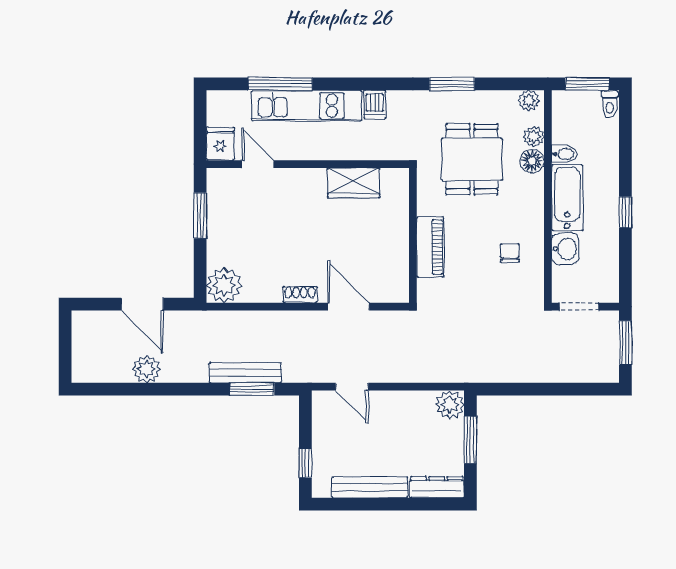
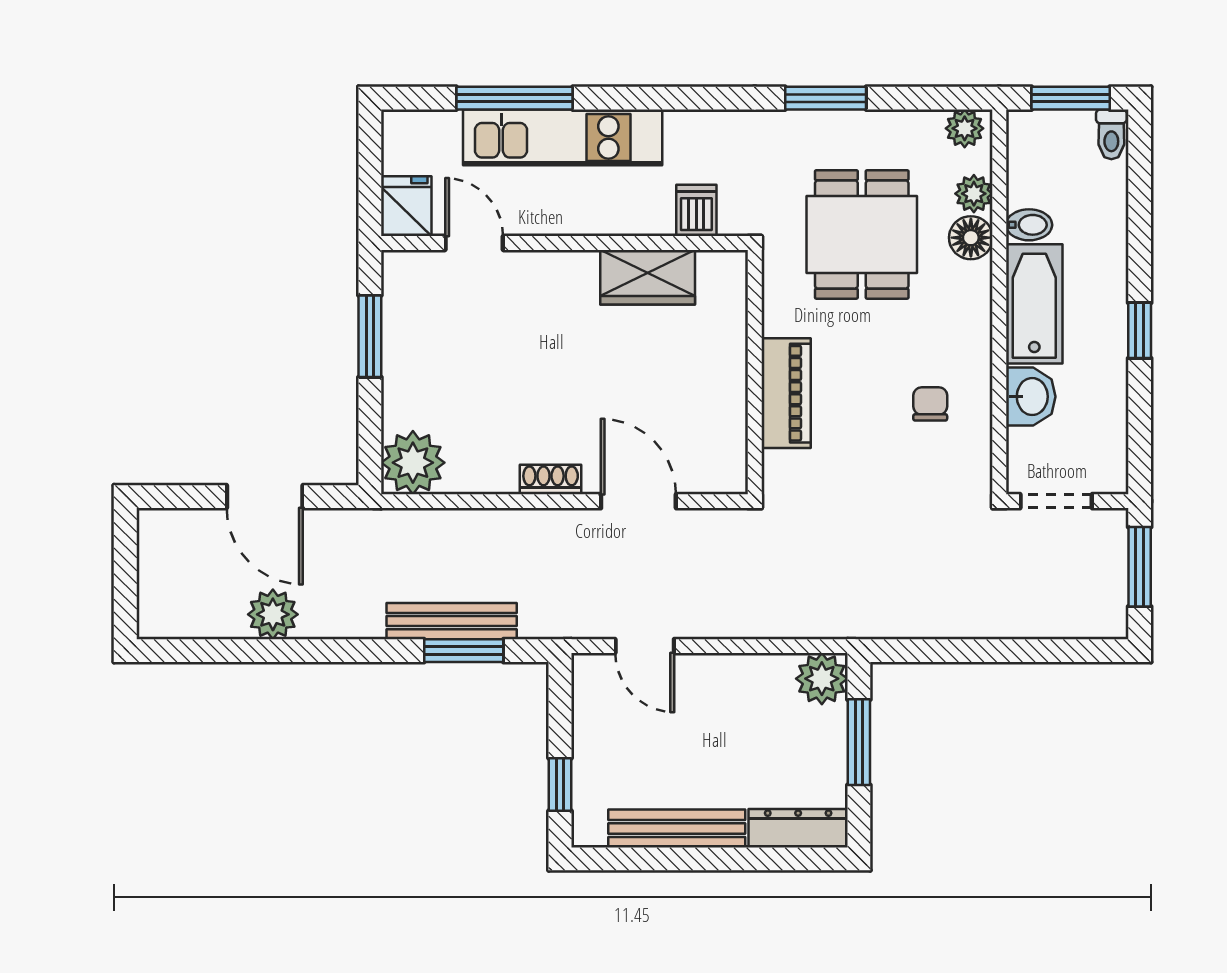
dishwasher: (375, 104) -> (696, 210), moved, turned 180

